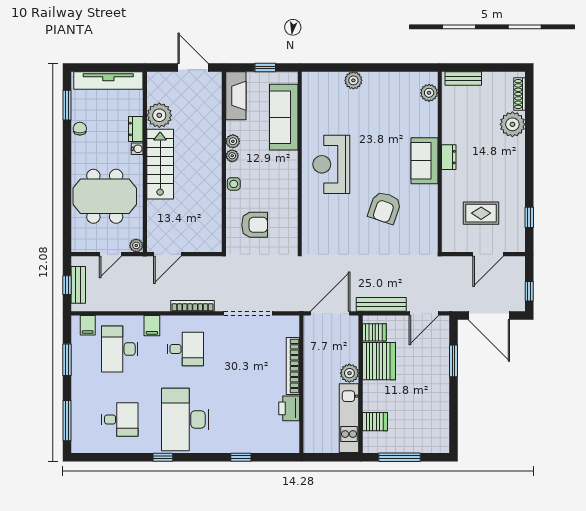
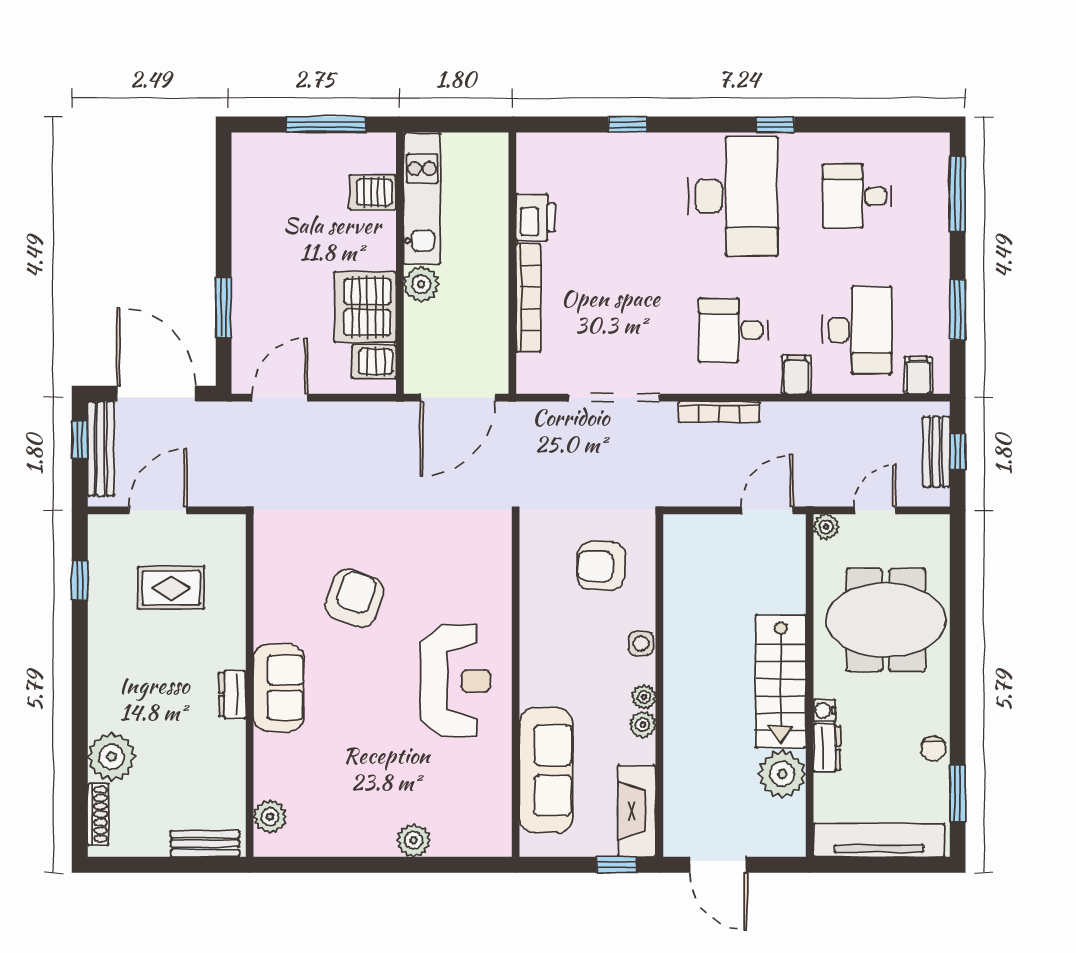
window: (265, 67) -> (616, 865), moved
bench: (381, 304) -> (101, 449), moved, turned 90

